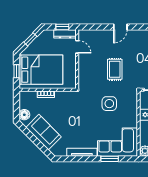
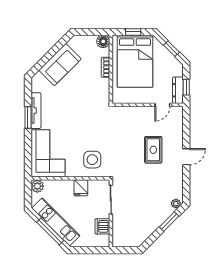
door: (120, 27) -> (186, 157), swing flipped
rug: (115, 69) -> (153, 150), moved, turned 90
side table: (109, 104) -> (92, 160), moved
floor lamp: (24, 115) -> (103, 41), moved
window: (110, 159) -> (28, 118), moved

